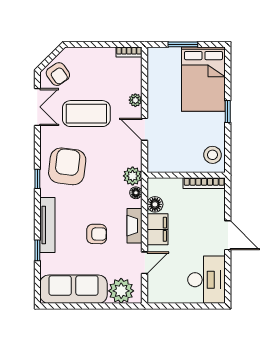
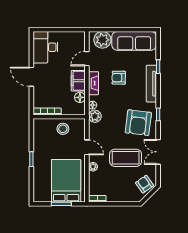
bed: (203, 79) -> (66, 181), moved
double door: (37, 107) -> (158, 152), moved
stool: (213, 155) -> (63, 129), moved

